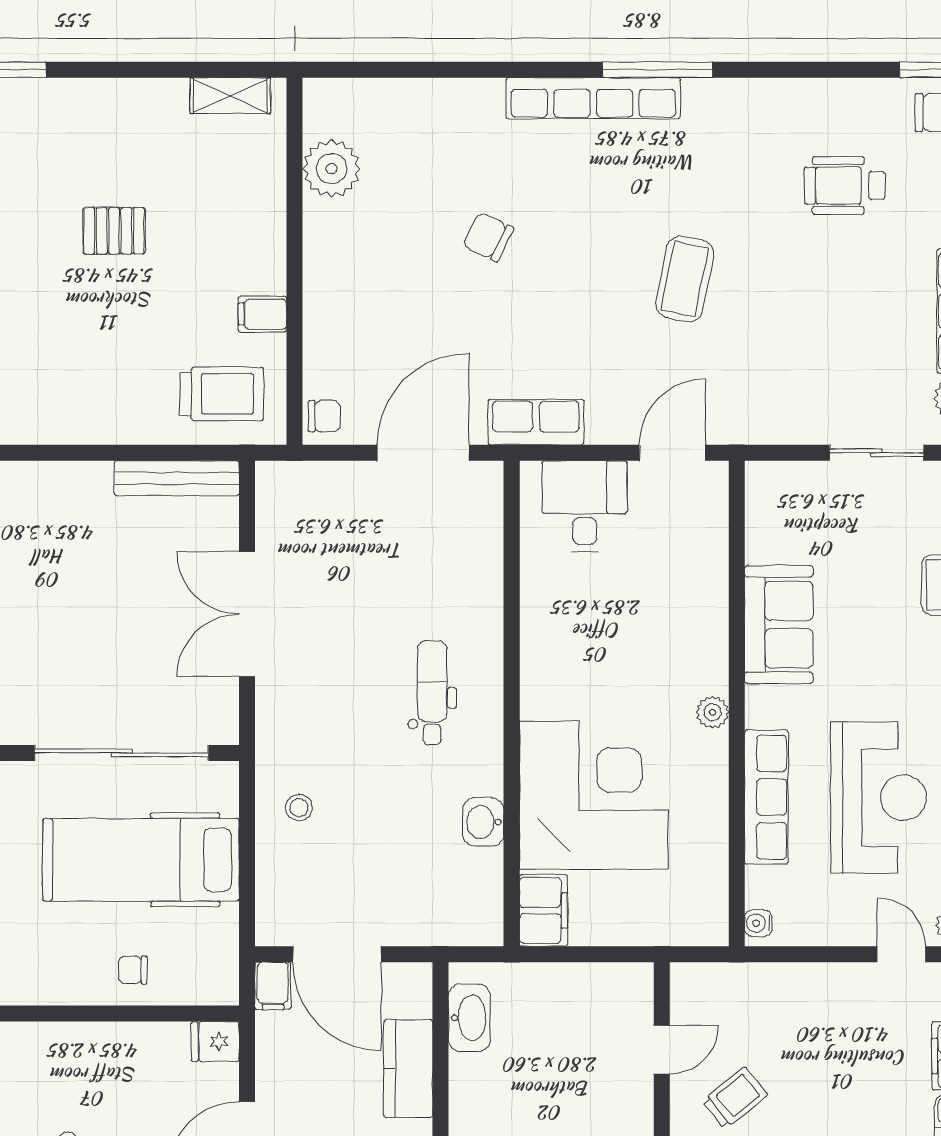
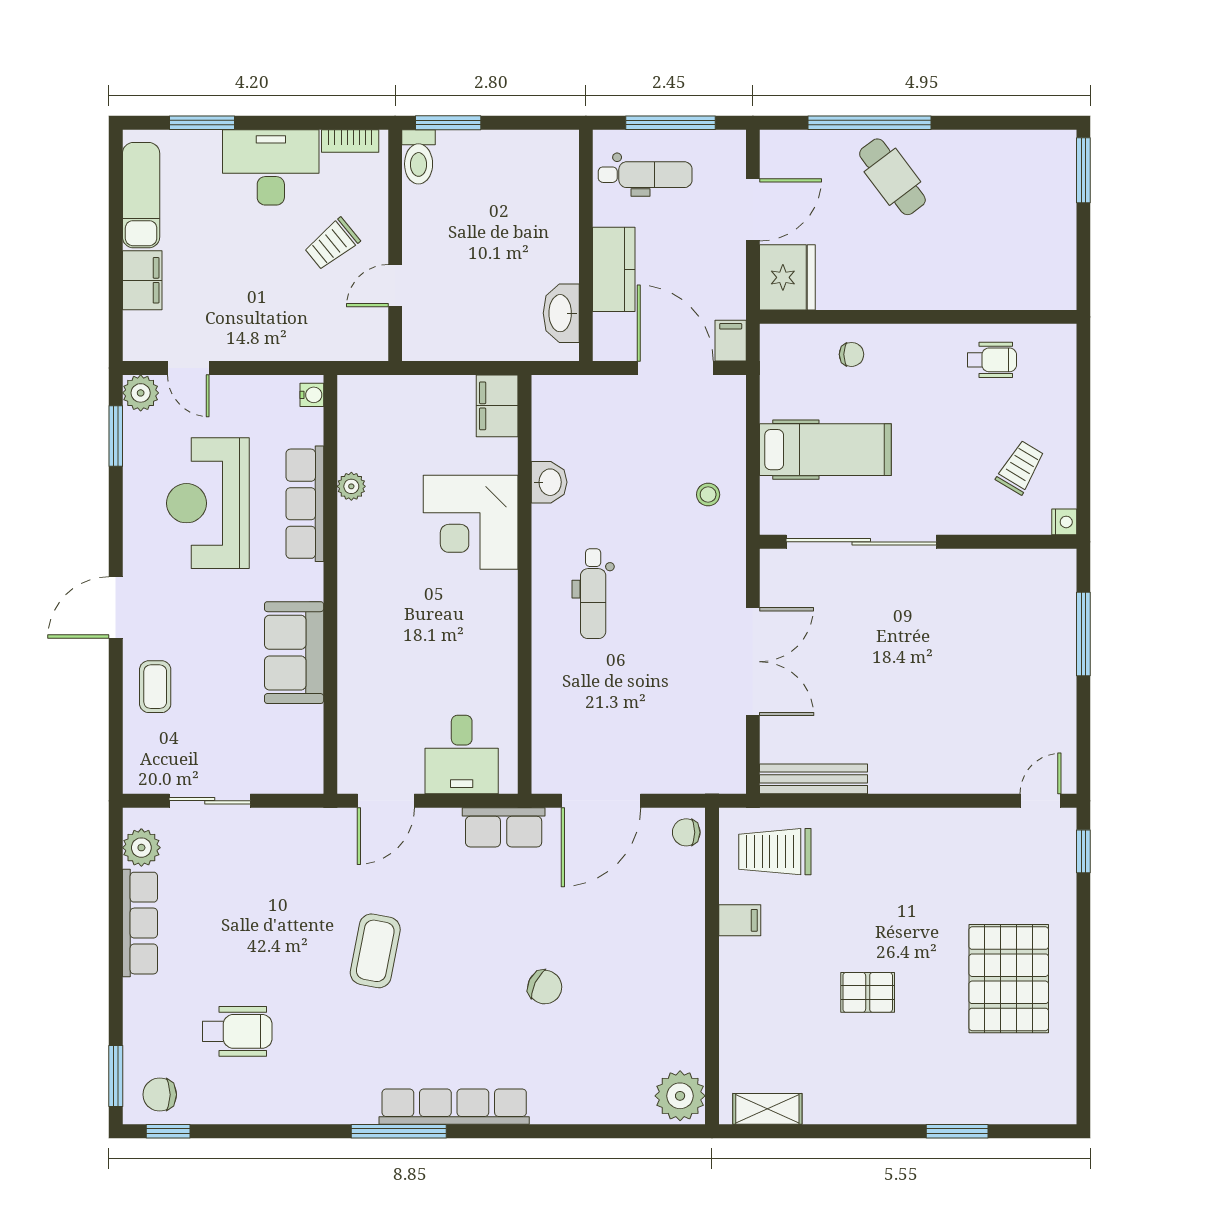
plant: (331, 169) -> (680, 1096), moved
plant: (712, 712) -> (351, 486), moved
corner desk: (594, 795) -> (471, 522), width x0.74, depth x0.74
hospital bed: (141, 860) -> (825, 450), width x0.73, depth x0.78
fridge: (215, 1042) -> (787, 277), width x1.88, depth x1.34

